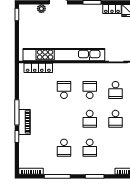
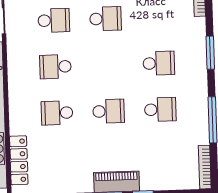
school desk: (90, 119) -> (109, 111), moved

